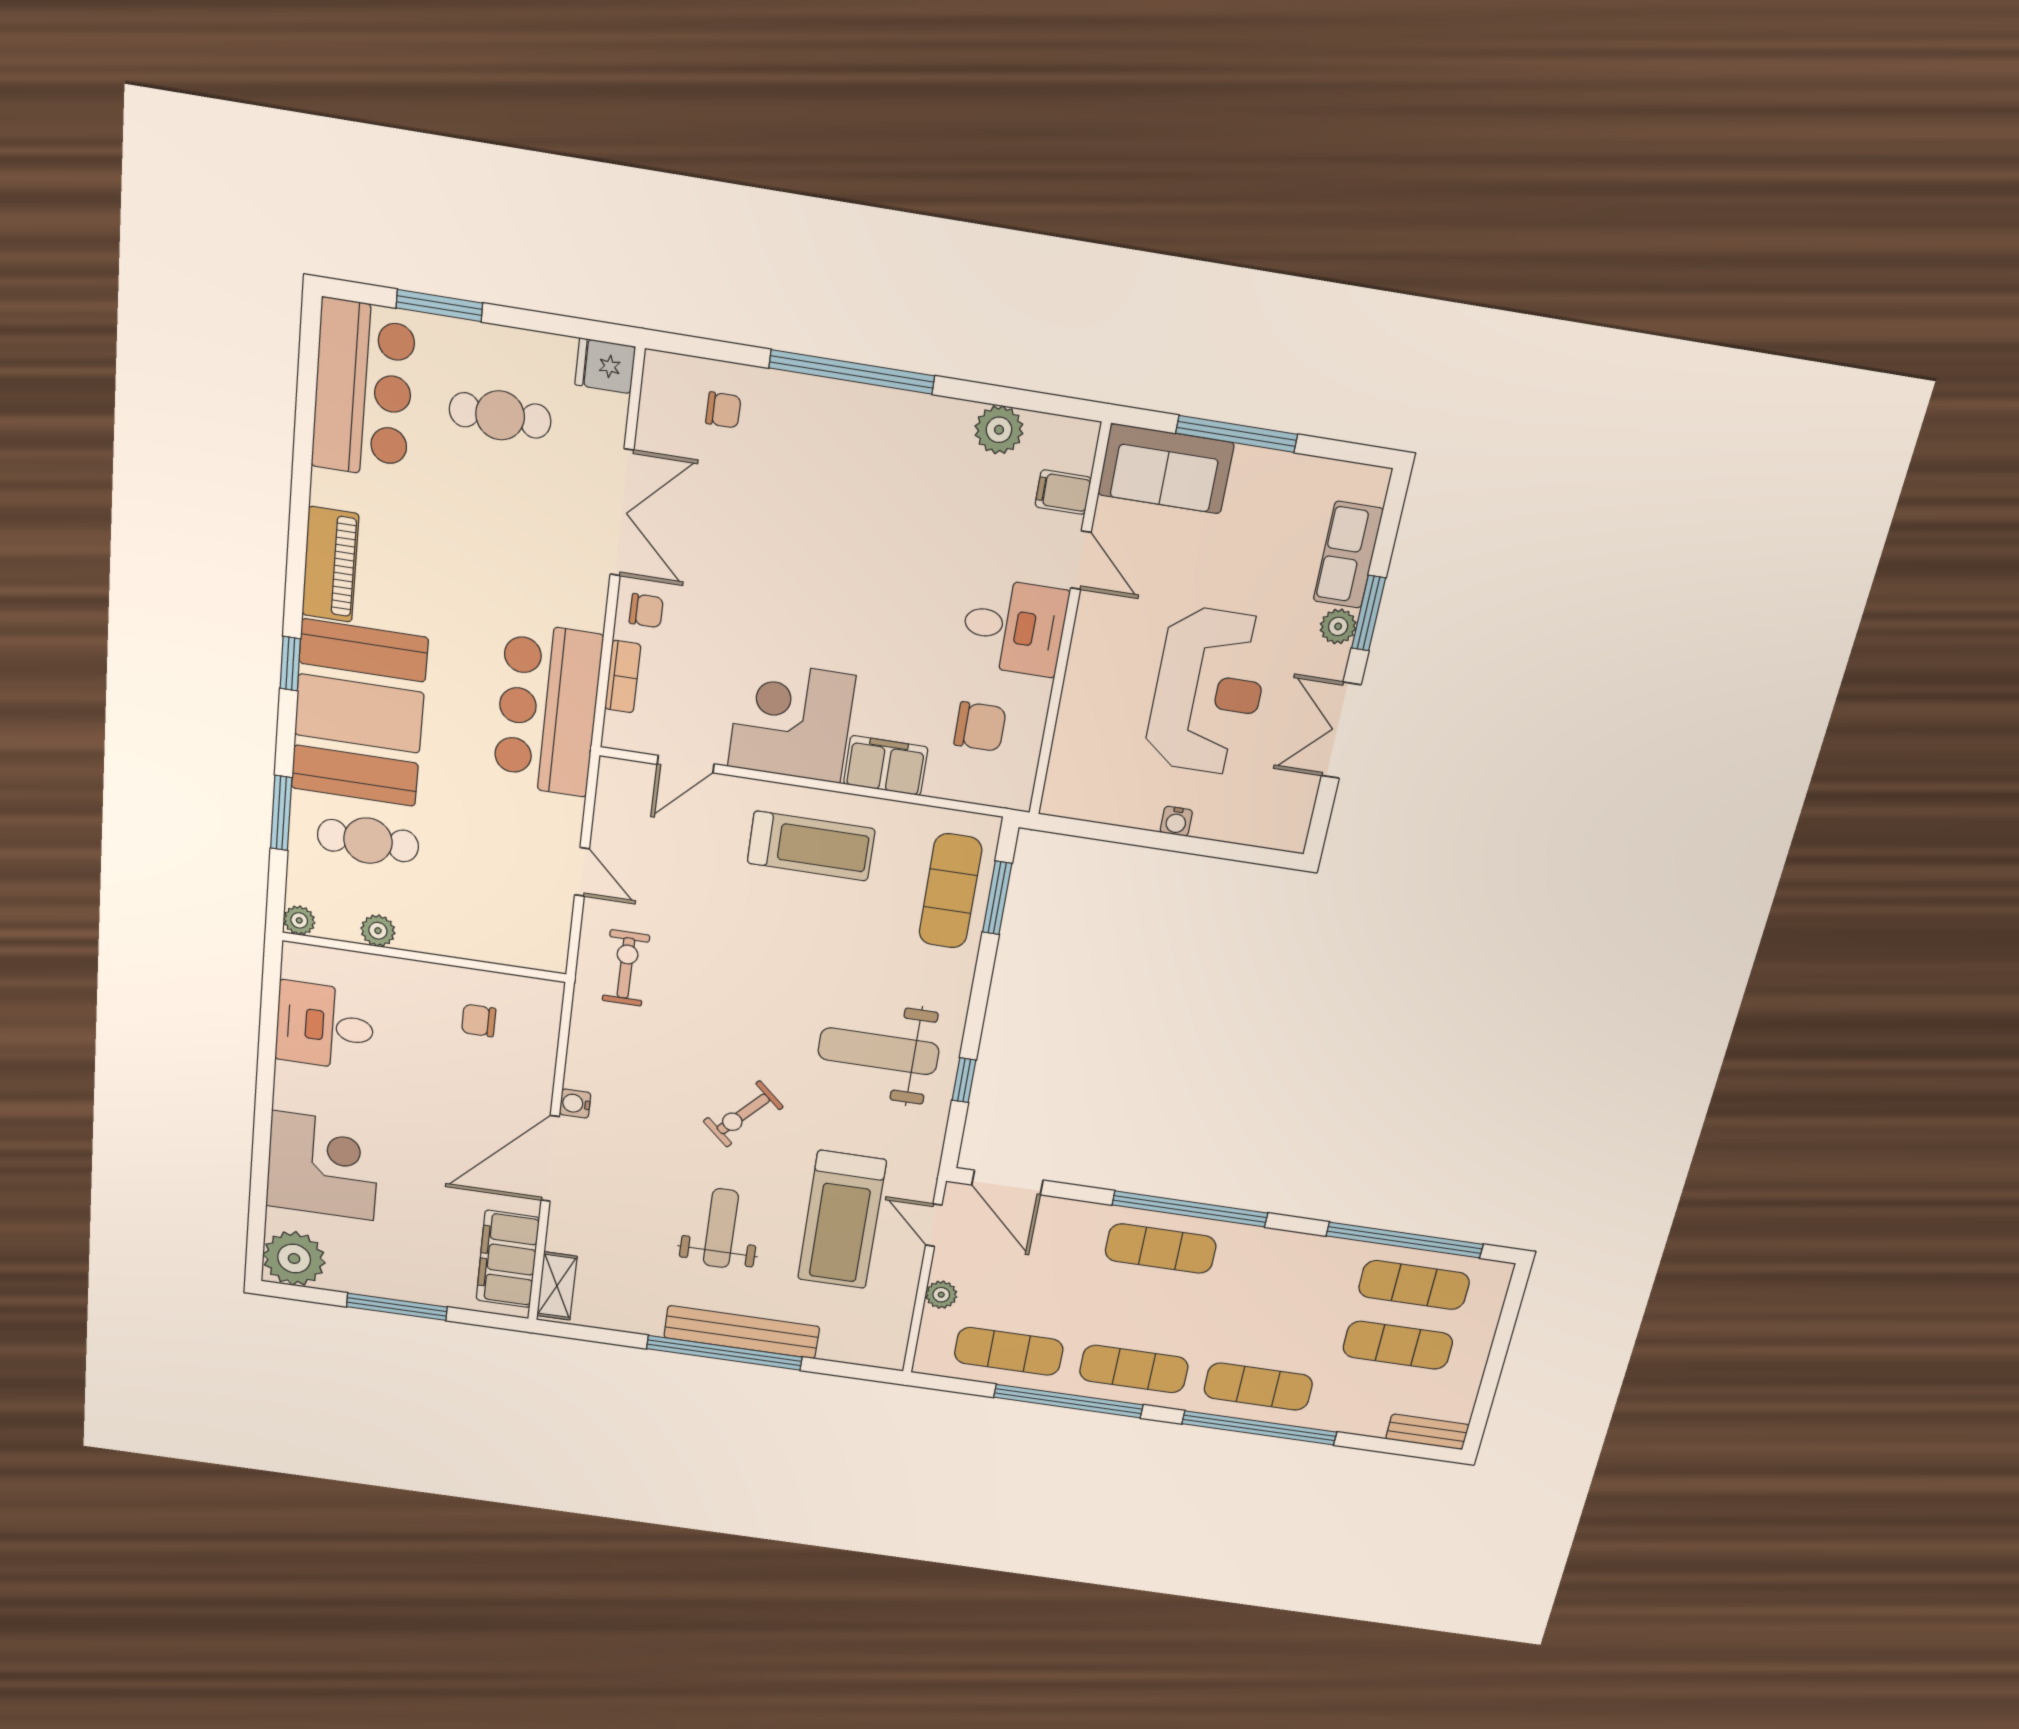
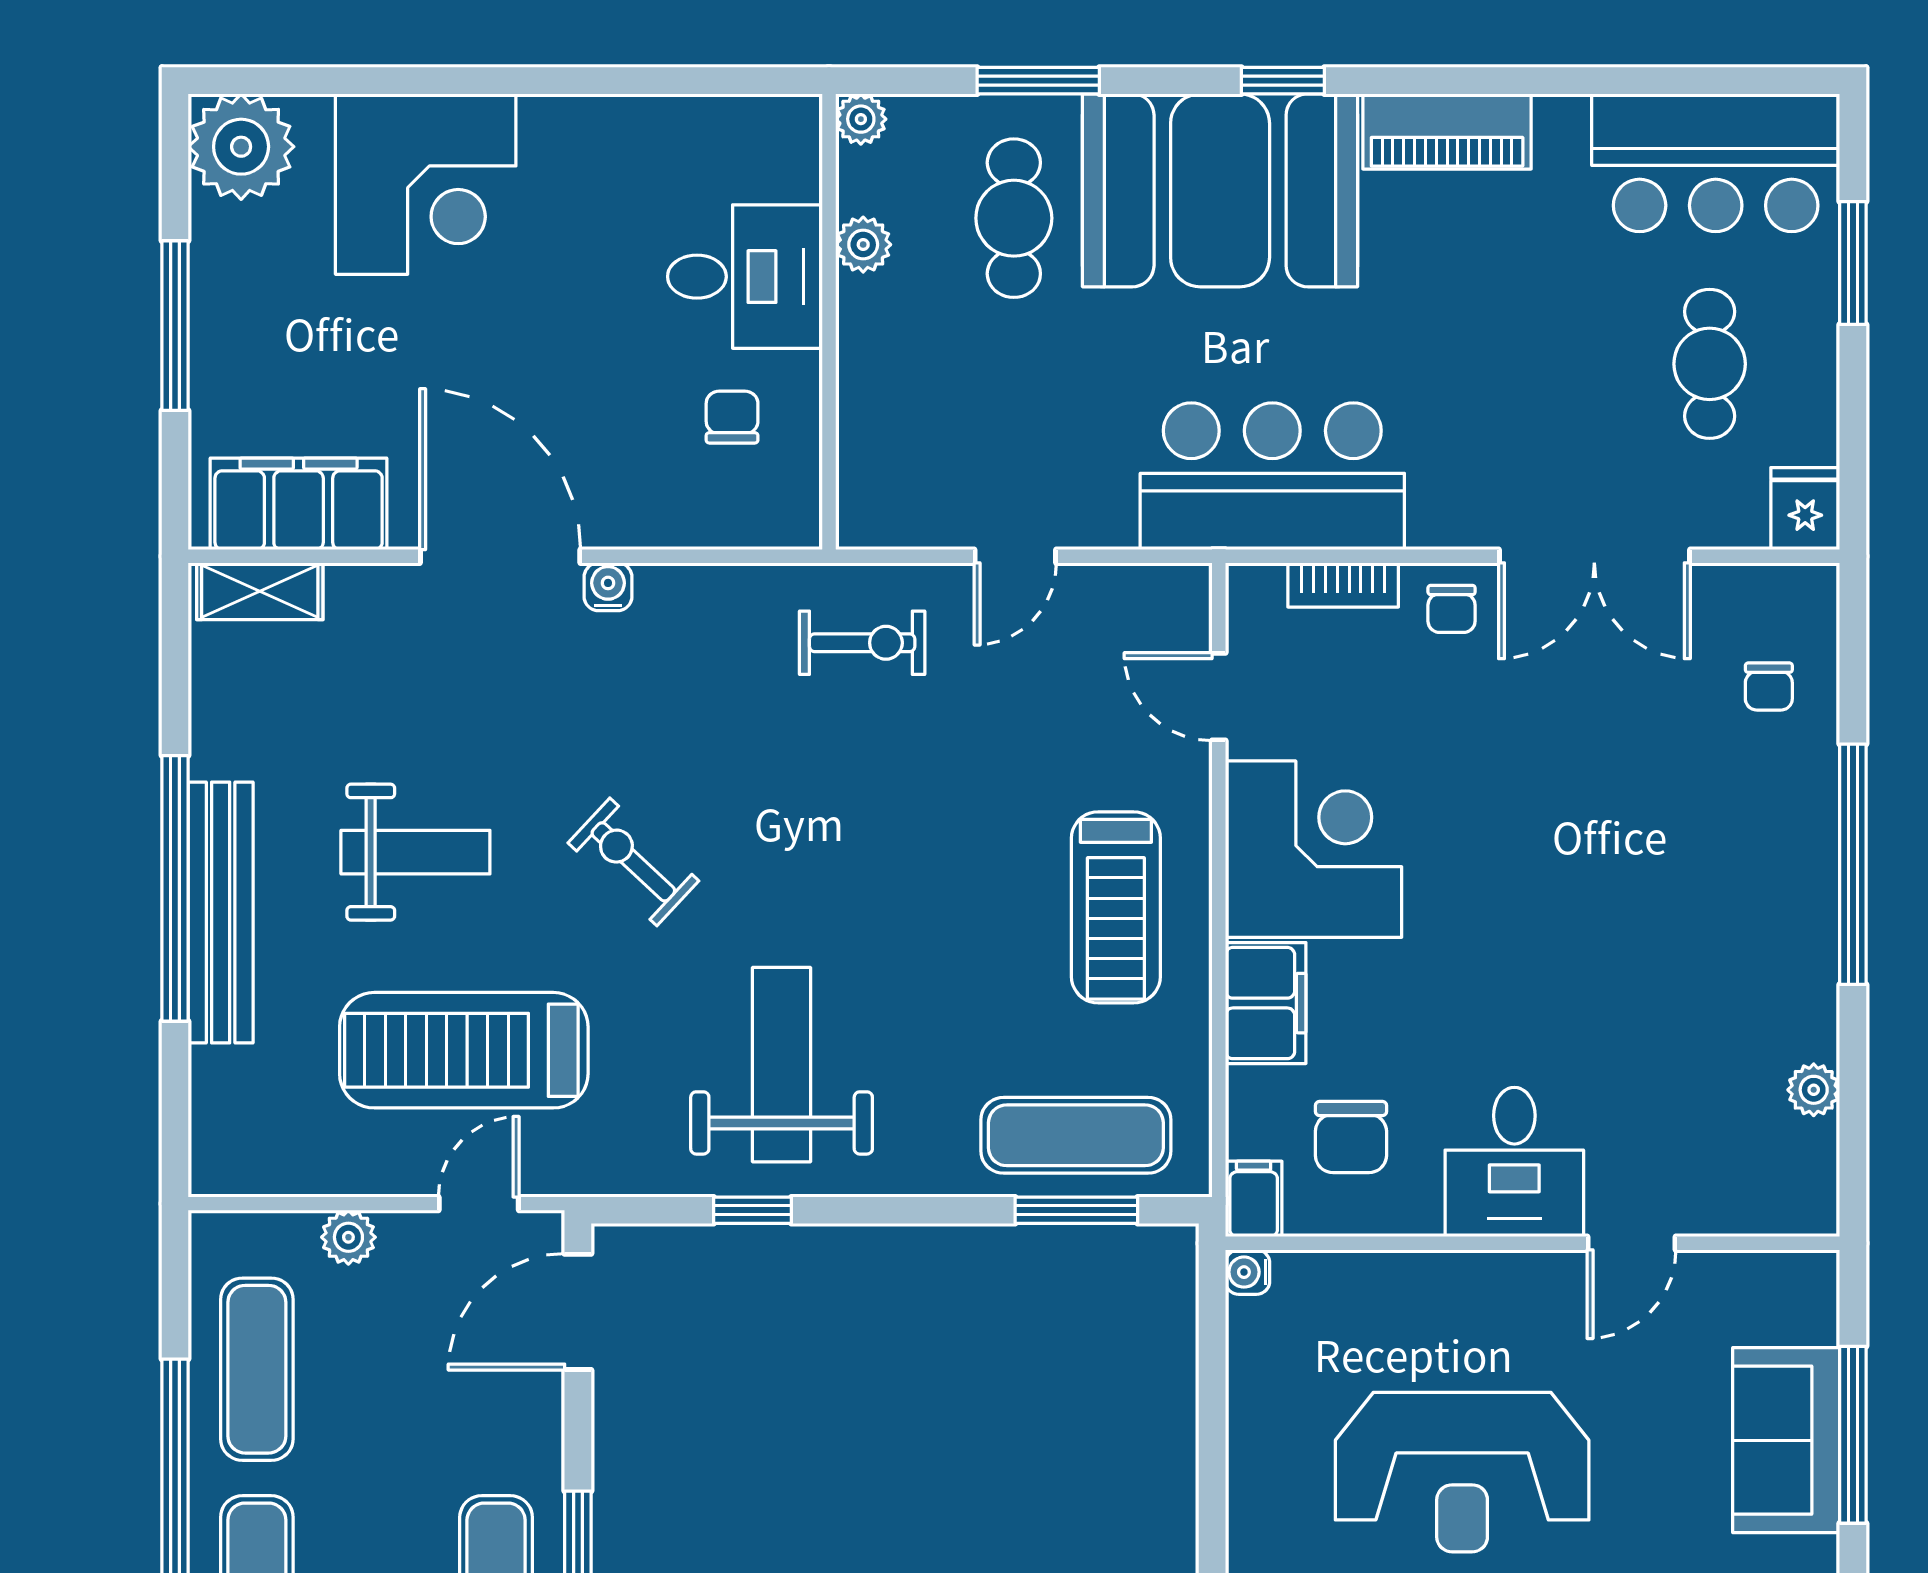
plant: (999, 430) -> (1814, 1090), width x0.73, depth x0.73
sofa: (1166, 469) -> (1786, 1440), moved
filing cabinet: (1063, 492) -> (1254, 1199), moved
water cooler: (1176, 821) -> (1248, 1272), moved
desk: (325, 1026) -> (745, 277), moved, turned 90

